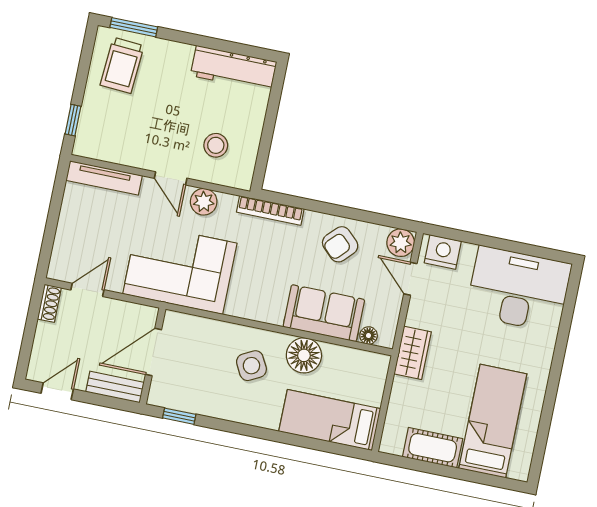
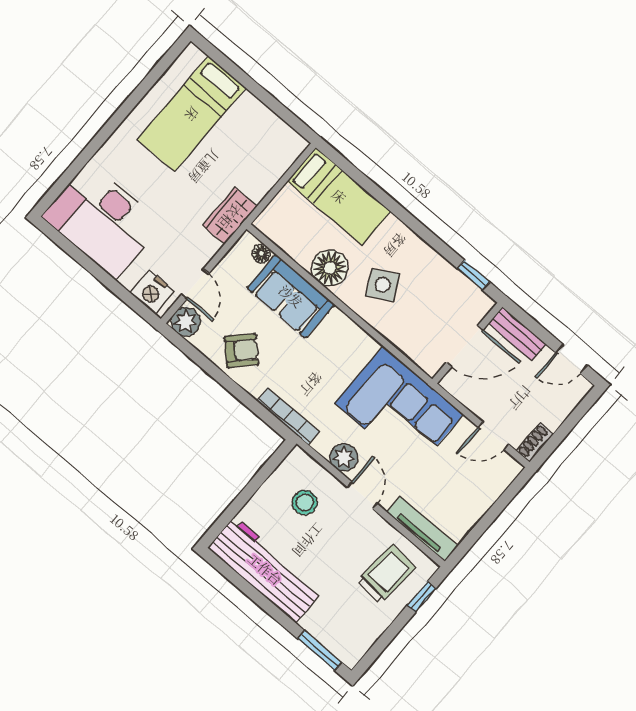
trolley: (122, 65) -> (386, 574), moved
workbench: (233, 69) -> (265, 569), width x1.36, depth x1.32
cot: (433, 448) -> (259, 120), removed

